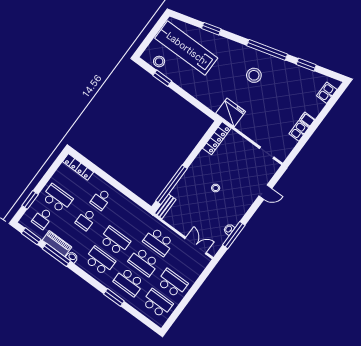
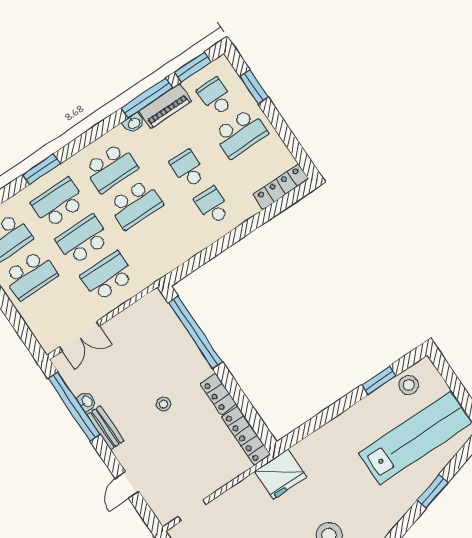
locker: (200, 161) -> (218, 394), added
bench: (165, 206) -> (105, 428), moved
window: (234, 235) -> (74, 406), width x1.46

